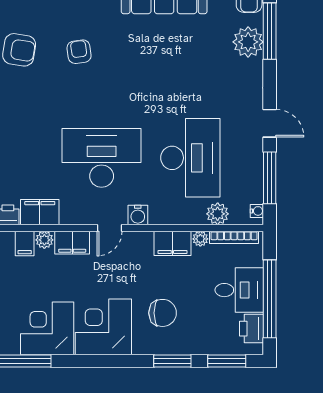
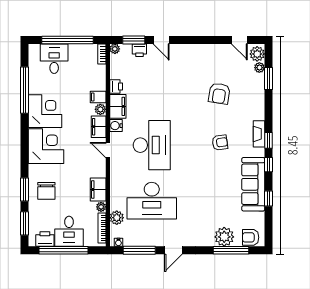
armchair: (79, 52) -> (220, 143), moved
water cooler: (138, 215) -> (116, 126), moved
chair: (163, 313) -> (46, 191), moved

